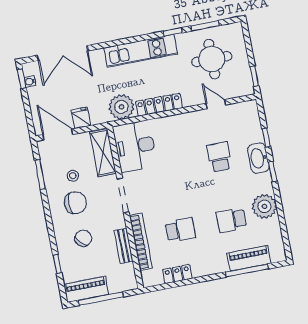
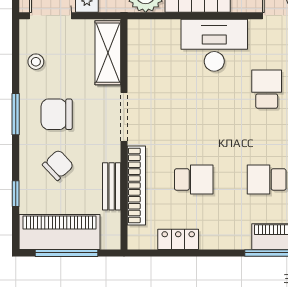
desk: (135, 146) -> (214, 45), moved, turned 90
window: (40, 174) -> (16, 114), moved
stool: (73, 176) -> (36, 62), moved
chair: (75, 203) -> (57, 114), turned 180
piano: (86, 289) -> (59, 232), width x1.37, depth x1.33

